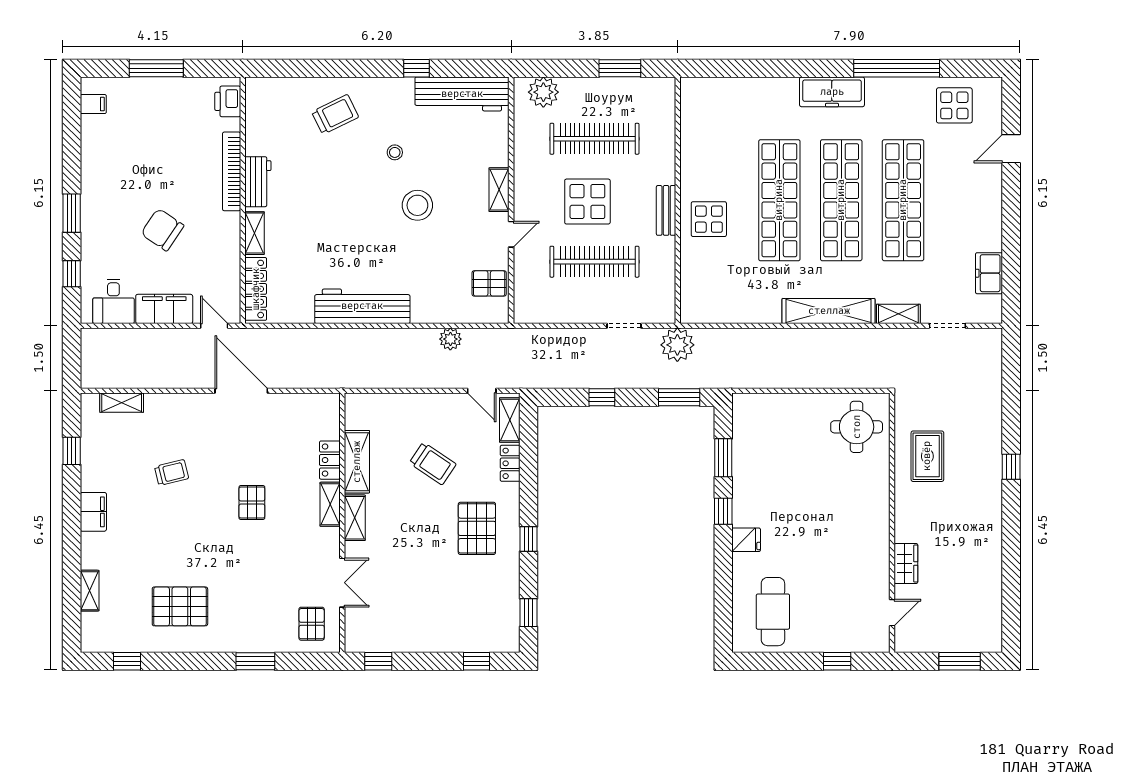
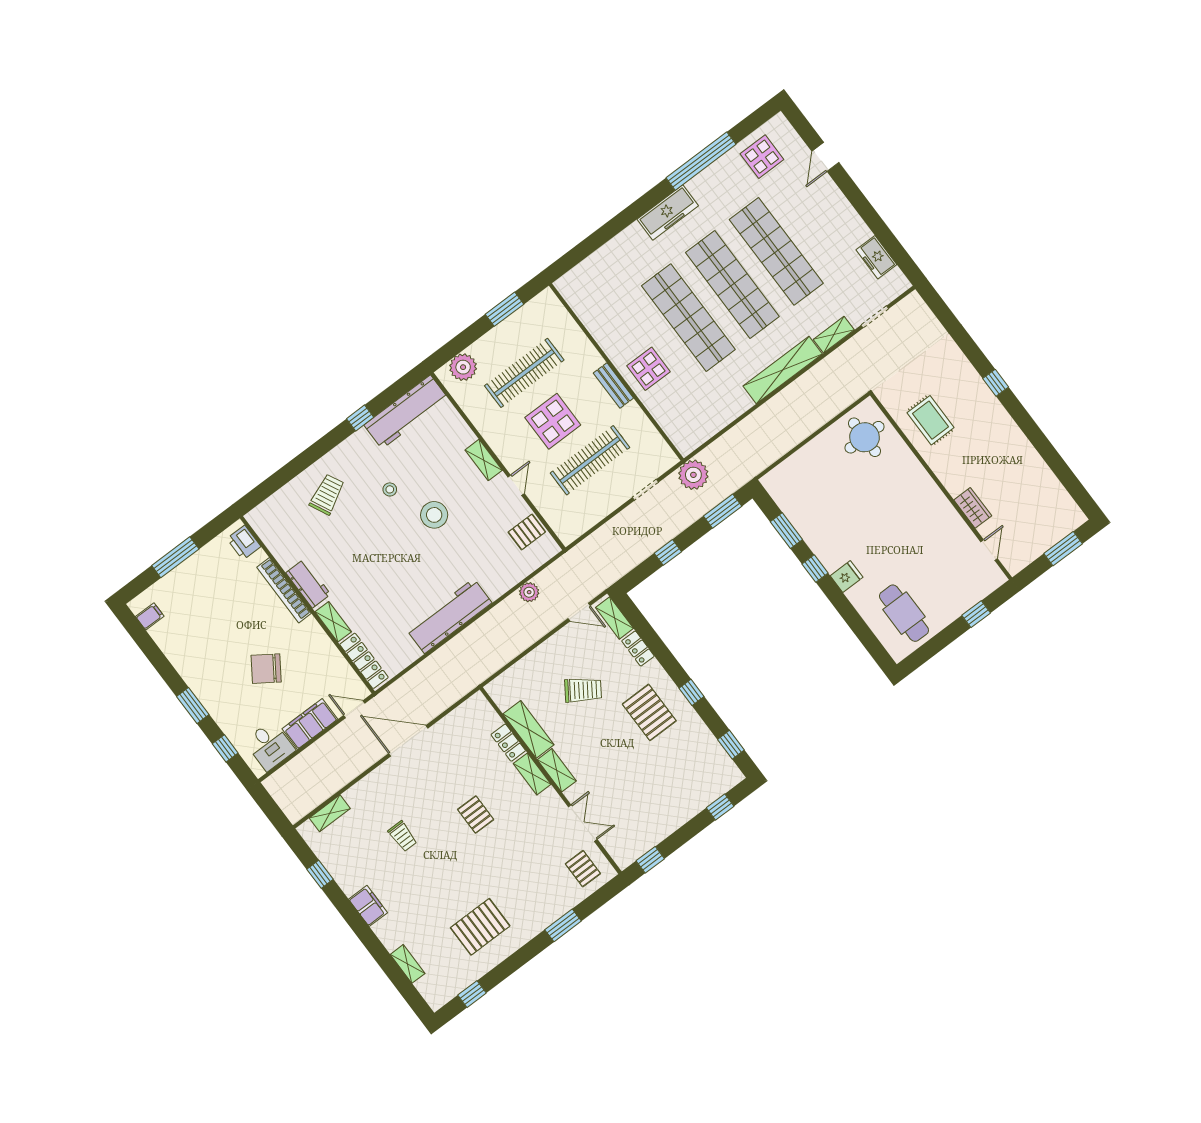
trolley: (172, 473) -> (403, 836), turned 104

